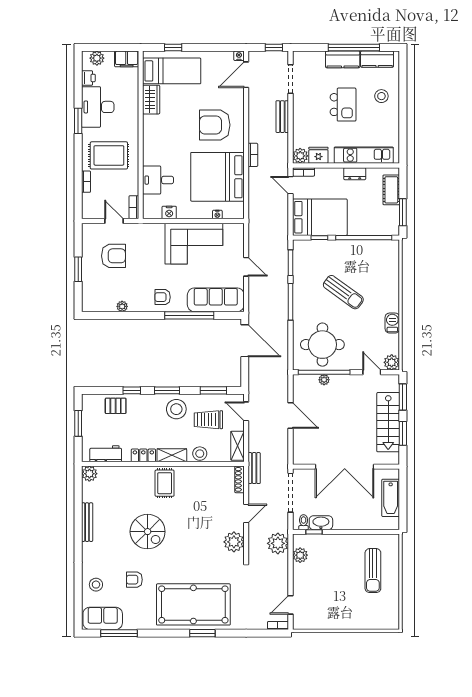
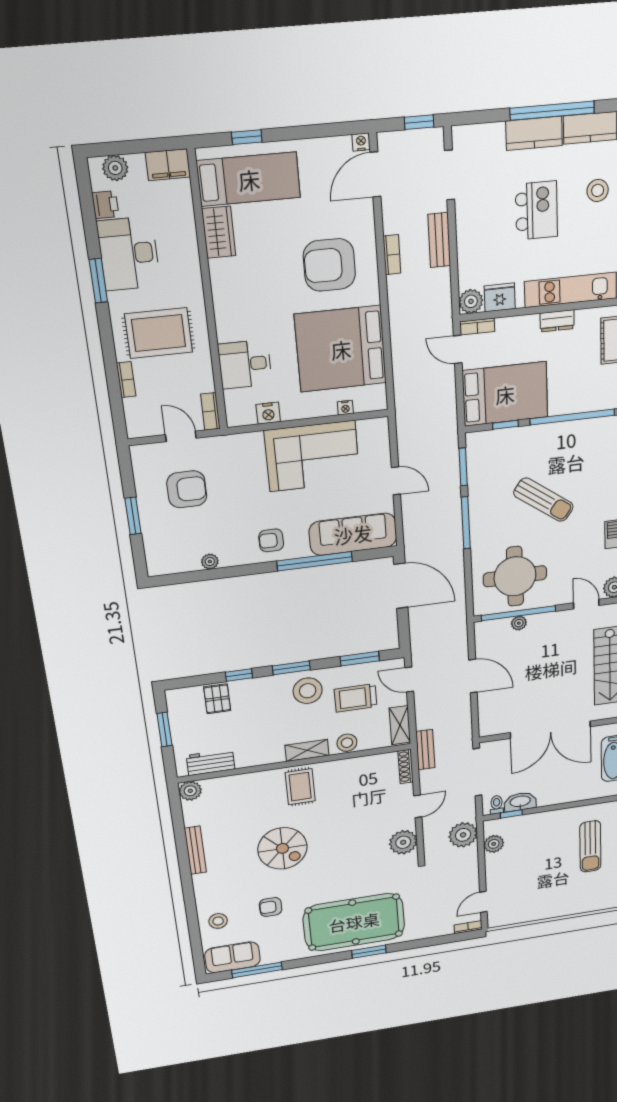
bookcase: (253, 155) -> (392, 255), moved
pallet: (116, 406) -> (217, 699), turned 90
locker: (143, 455) -> (266, 757), removed

